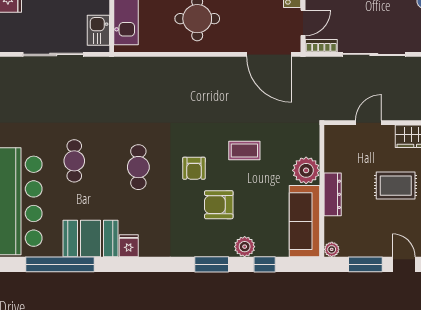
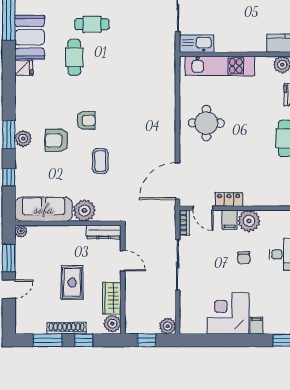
kitchen sink: (98, 30) -> (197, 44), width x1.38
cafe table: (138, 167) -> (74, 57), moved, turned 90
armchair: (194, 168) -> (86, 120), turned 180
dresser: (333, 194) -> (104, 232), moved
armchair: (219, 205) -> (57, 140), turned -90
plant: (245, 247) -> (23, 139), moved

